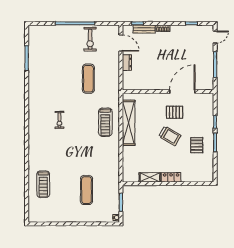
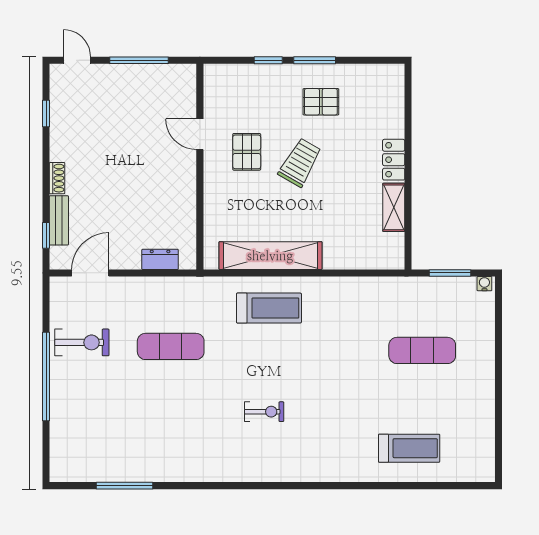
dresser: (127, 62) -> (160, 259), moved
door: (182, 92) -> (200, 134), width x0.53

